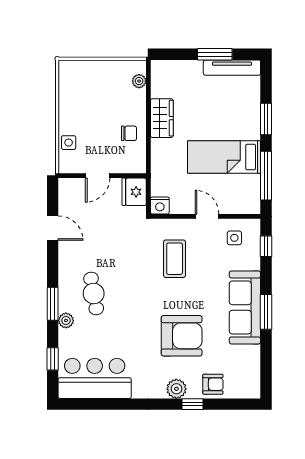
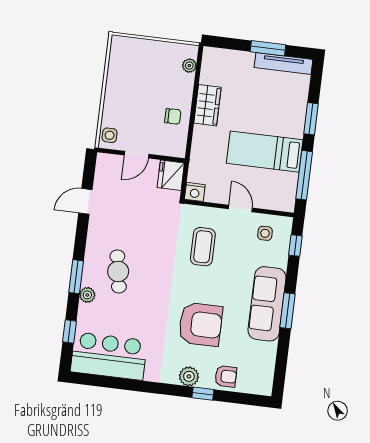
side table: (69, 143) -> (110, 135), moved
door: (53, 228) -> (85, 201), swing flipped

